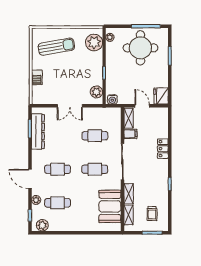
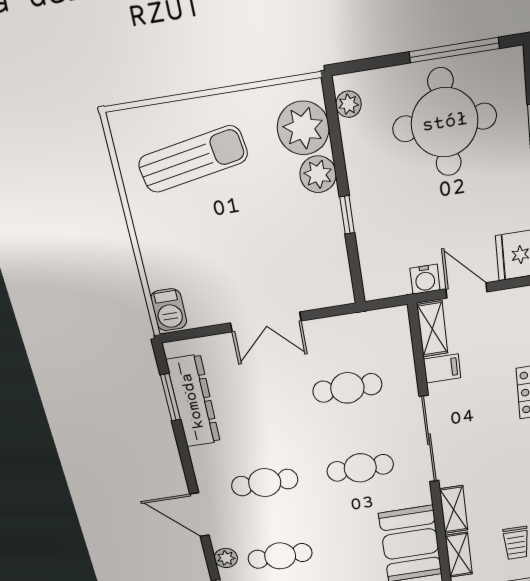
barbecue: (37, 77) -> (169, 310), moved
plant: (96, 92) -> (318, 174), moved
water cooler: (112, 99) -> (425, 279), moved

